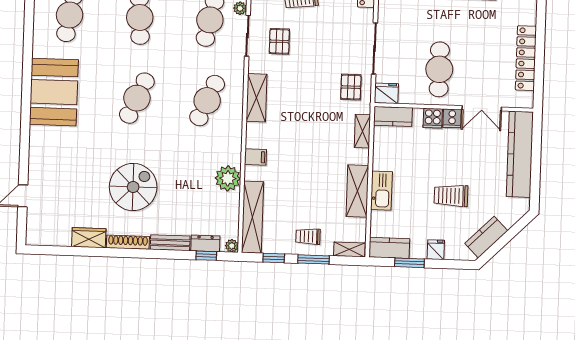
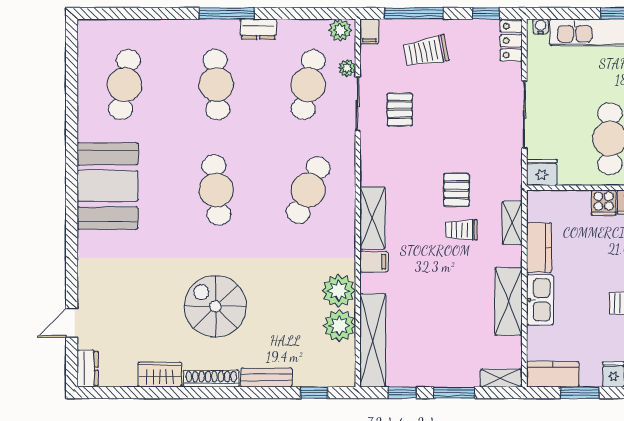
pallet: (351, 87) -> (456, 190), moved
cafe table: (137, 98) -> (216, 190), turned -30
shelving: (257, 98) -> (372, 218), moved
kitchen counter: (393, 117) -> (539, 248), moved, turned -90
spiral stairs: (133, 187) -> (215, 306), turned -90
trolley: (308, 236) -> (461, 230), moved
dresser: (205, 243) -> (88, 369), moved, turned 90
plant: (232, 246) -> (339, 326), moved, width x1.87, depth x1.87

